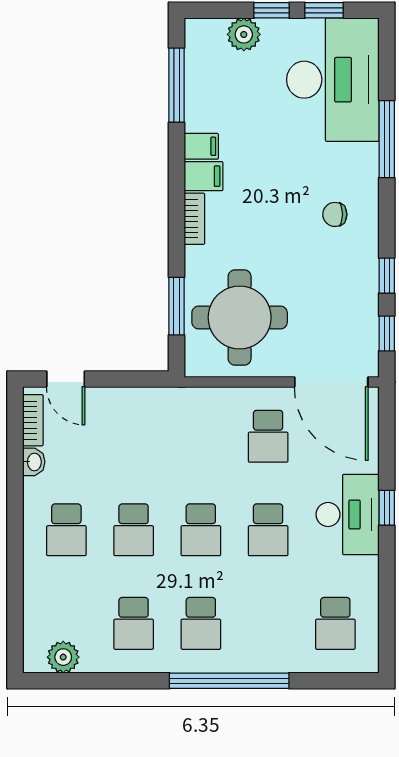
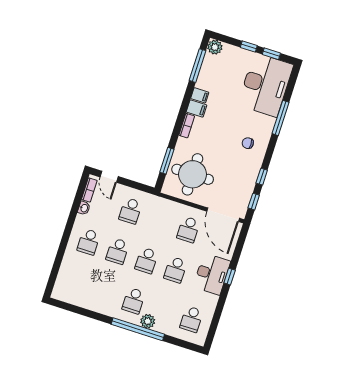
plant: (244, 34) -> (215, 47), moved
school desk: (134, 623) -> (130, 211), moved
plant: (63, 657) -> (148, 321), moved

